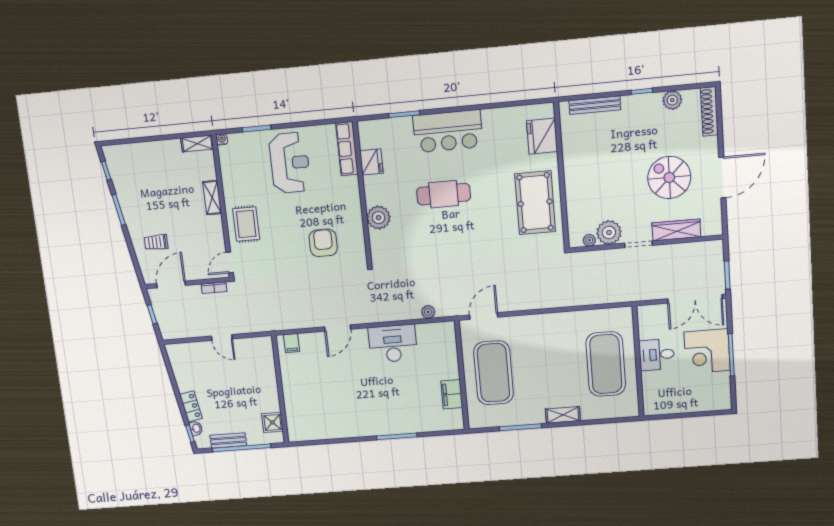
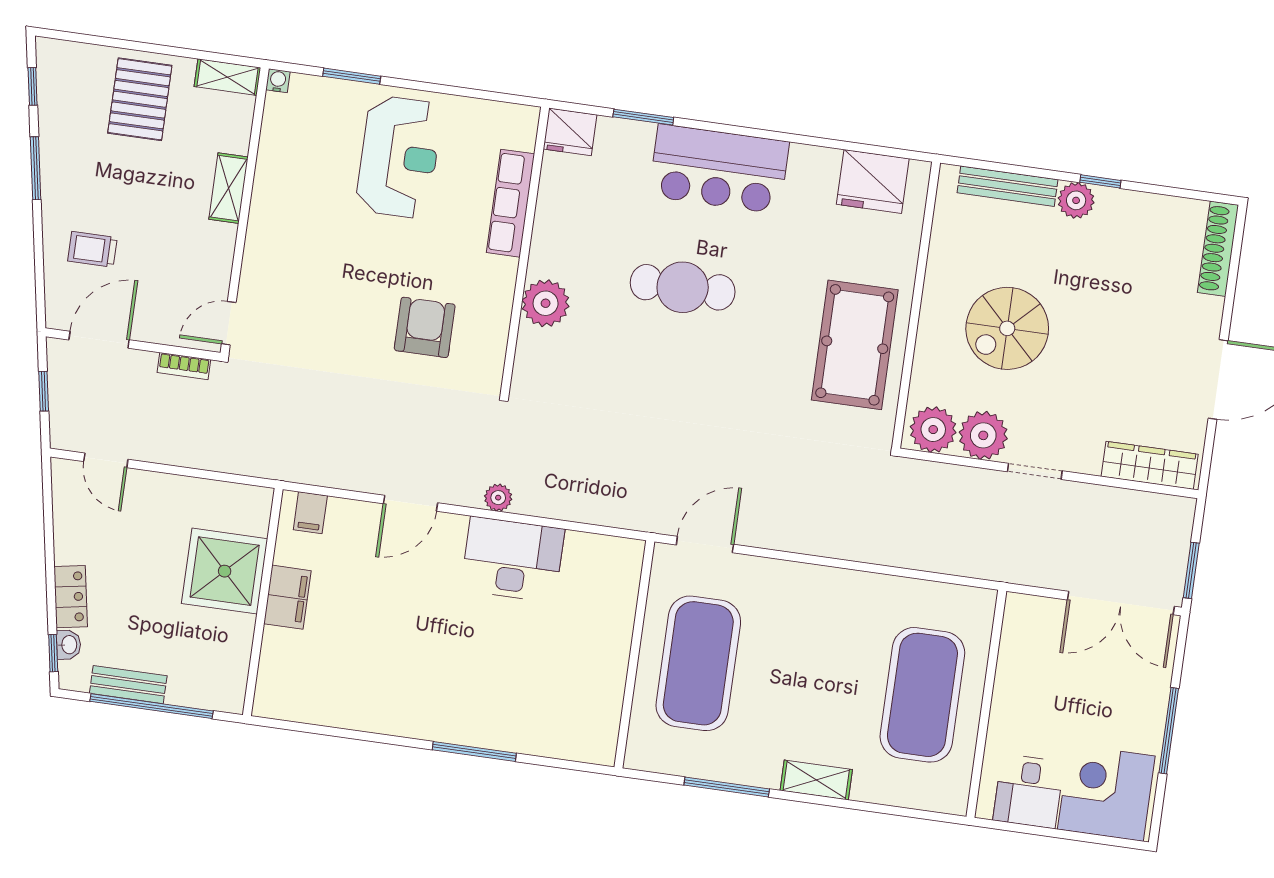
plant: (672, 100) -> (1076, 200), moved
fridge: (542, 136) -> (873, 181), moved, turned -90
row of seats: (347, 149) -> (510, 203), moved
fridge: (371, 162) -> (570, 132), moved, turned 90
pallet: (158, 165) -> (140, 99), added
spiral stairs: (669, 177) -> (1007, 328), moved, turned -90
rug: (246, 224) -> (282, 255), removed
wardrobe: (676, 230) -> (1150, 465), moved
plant: (589, 240) -> (933, 430), width x1.87, depth x1.87
plant: (428, 312) -> (498, 498), moved
door: (222, 338) -> (106, 460), moved
corner desk: (707, 351) -> (1106, 793), moved, turned 90
desk: (657, 355) -> (1029, 791), moved, turned -90
filing cabinet: (452, 394) -> (287, 597), moved, turned 180
shower: (272, 422) -> (225, 571), moved, width x1.86, depth x1.86

